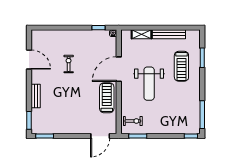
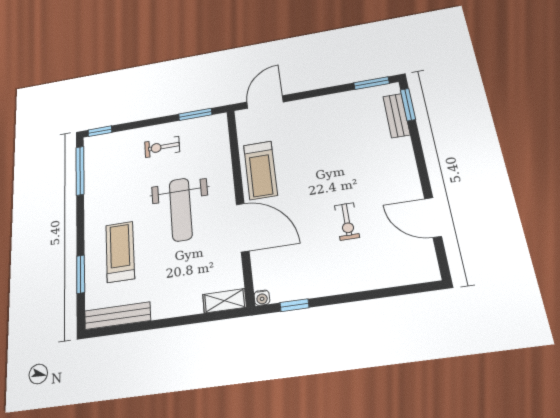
shelving: (142, 34) -> (225, 301), moved
bench: (169, 34) -> (117, 316), moved
door: (119, 69) -> (243, 227), hinge flipped
weight bench: (149, 84) -> (181, 209), turned 180
bench: (36, 96) -> (396, 116), moved
exercise bike: (133, 121) -> (162, 147), moved

